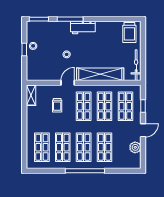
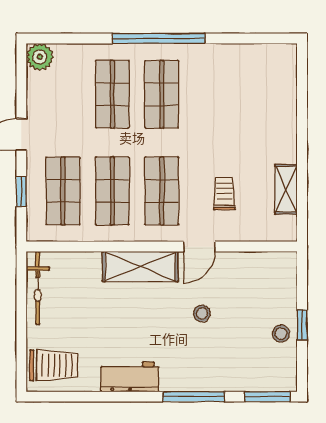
workbench: (83, 28) -> (130, 377), moved
trolley: (129, 32) -> (54, 365), turned 90
shelving: (100, 74) -> (140, 267), width x0.68
shelving: (31, 95) -> (286, 189), moved
shop shelf: (42, 147) -> (260, 94), removed
shop shelf: (63, 147) -> (211, 94), removed
plant: (135, 147) -> (40, 57), moved

